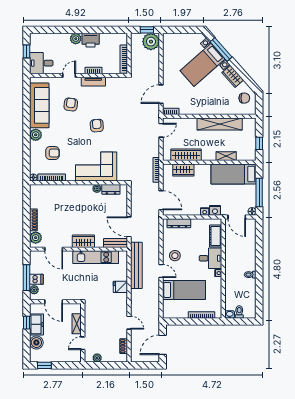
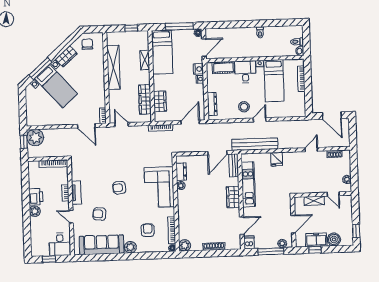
plant: (36, 238) -> (185, 245), moved
dishwasher: (36, 279) -> (249, 242), moved
bed: (184, 290) -> (274, 81), moved, turned 180

